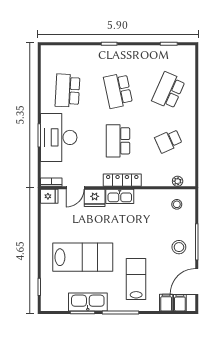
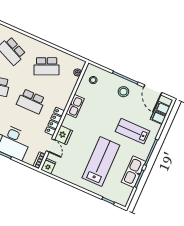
school desk: (168, 141) -> (47, 66), width x1.85
locker: (122, 180) -> (55, 121), moved
kitchen sink: (120, 196) -> (75, 106), moved

